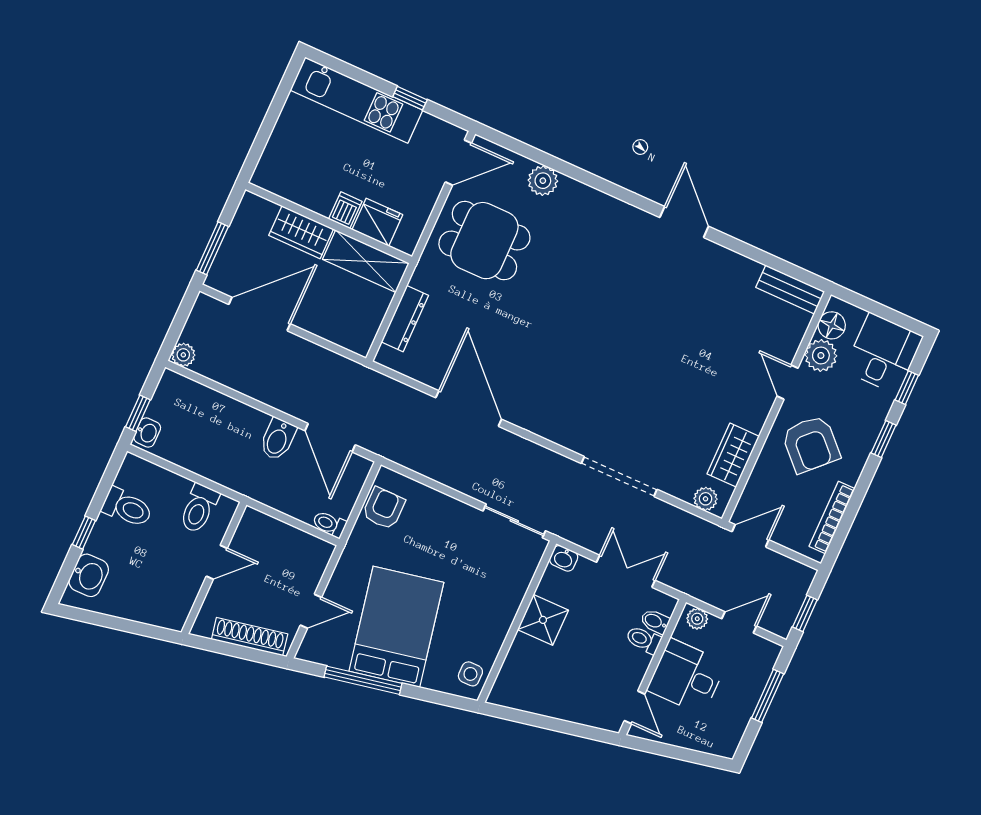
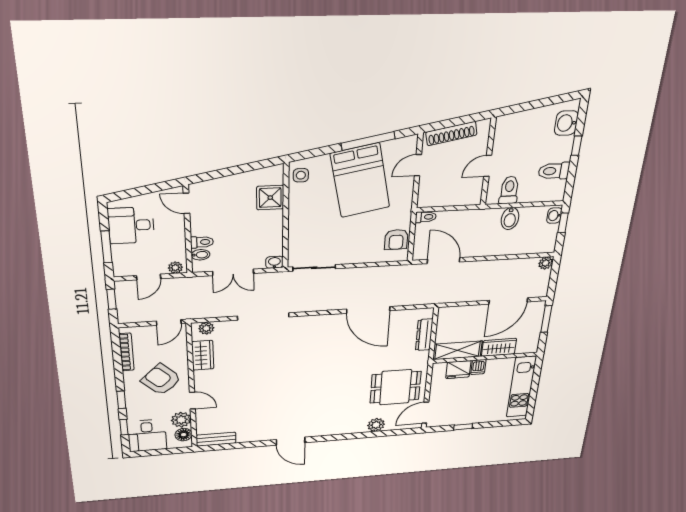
kitchen unit: (356, 100) -> (521, 387), moved, turned -90
bidet: (278, 439) -> (510, 218), moved, turned 180
shower: (543, 620) -> (270, 198), moved
desk: (687, 677) -> (131, 225), moved, turned 180

